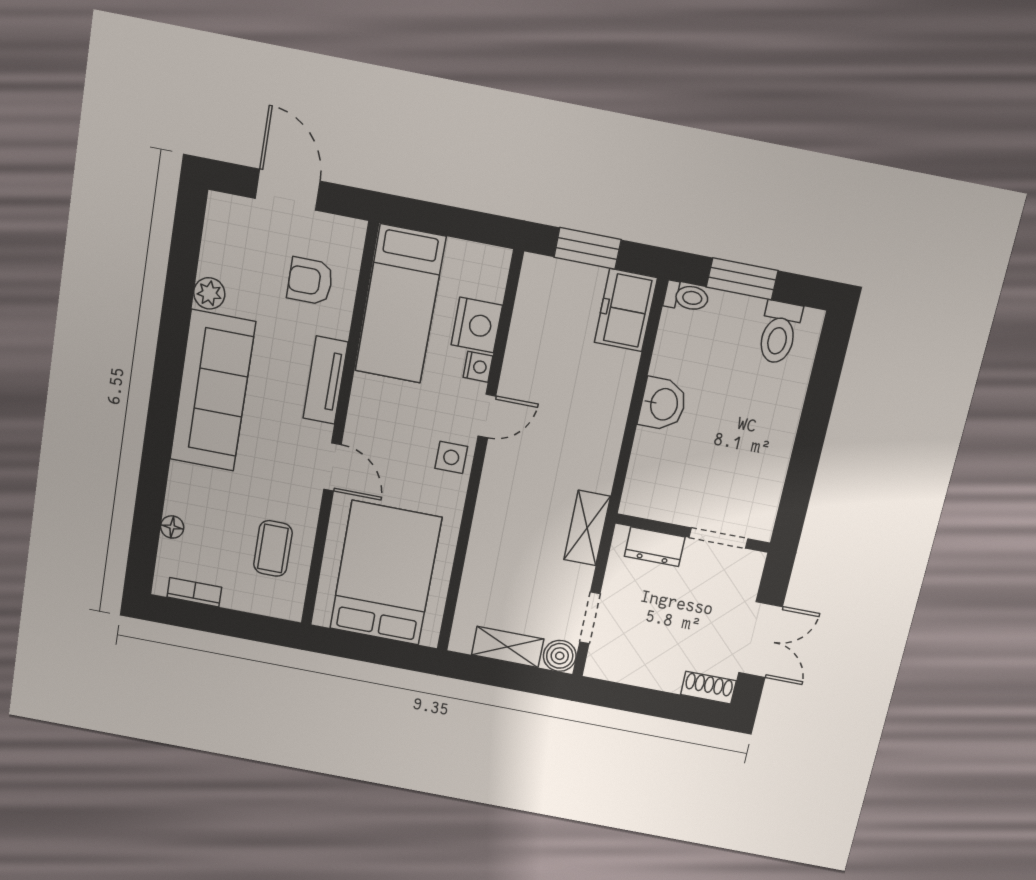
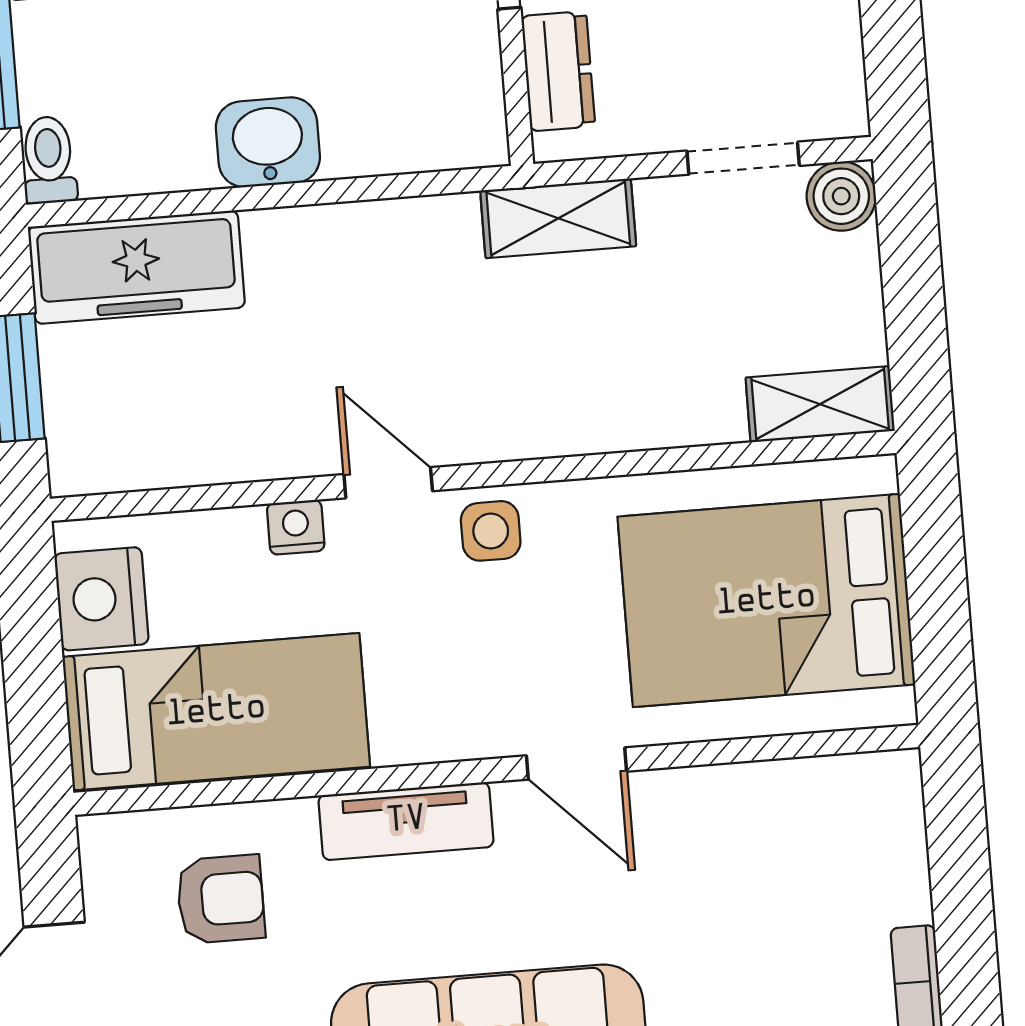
armchair: (310, 281) -> (221, 899), turned -90
freezer: (626, 310) -> (136, 267), width x1.40
nightstand: (477, 325) -> (101, 599), moved, turned -90
door: (333, 467) -> (577, 763), swing flipped
coffee table: (273, 548) -> (779, 843), removed
shelving: (508, 647) -> (820, 404), moved, turned 90

